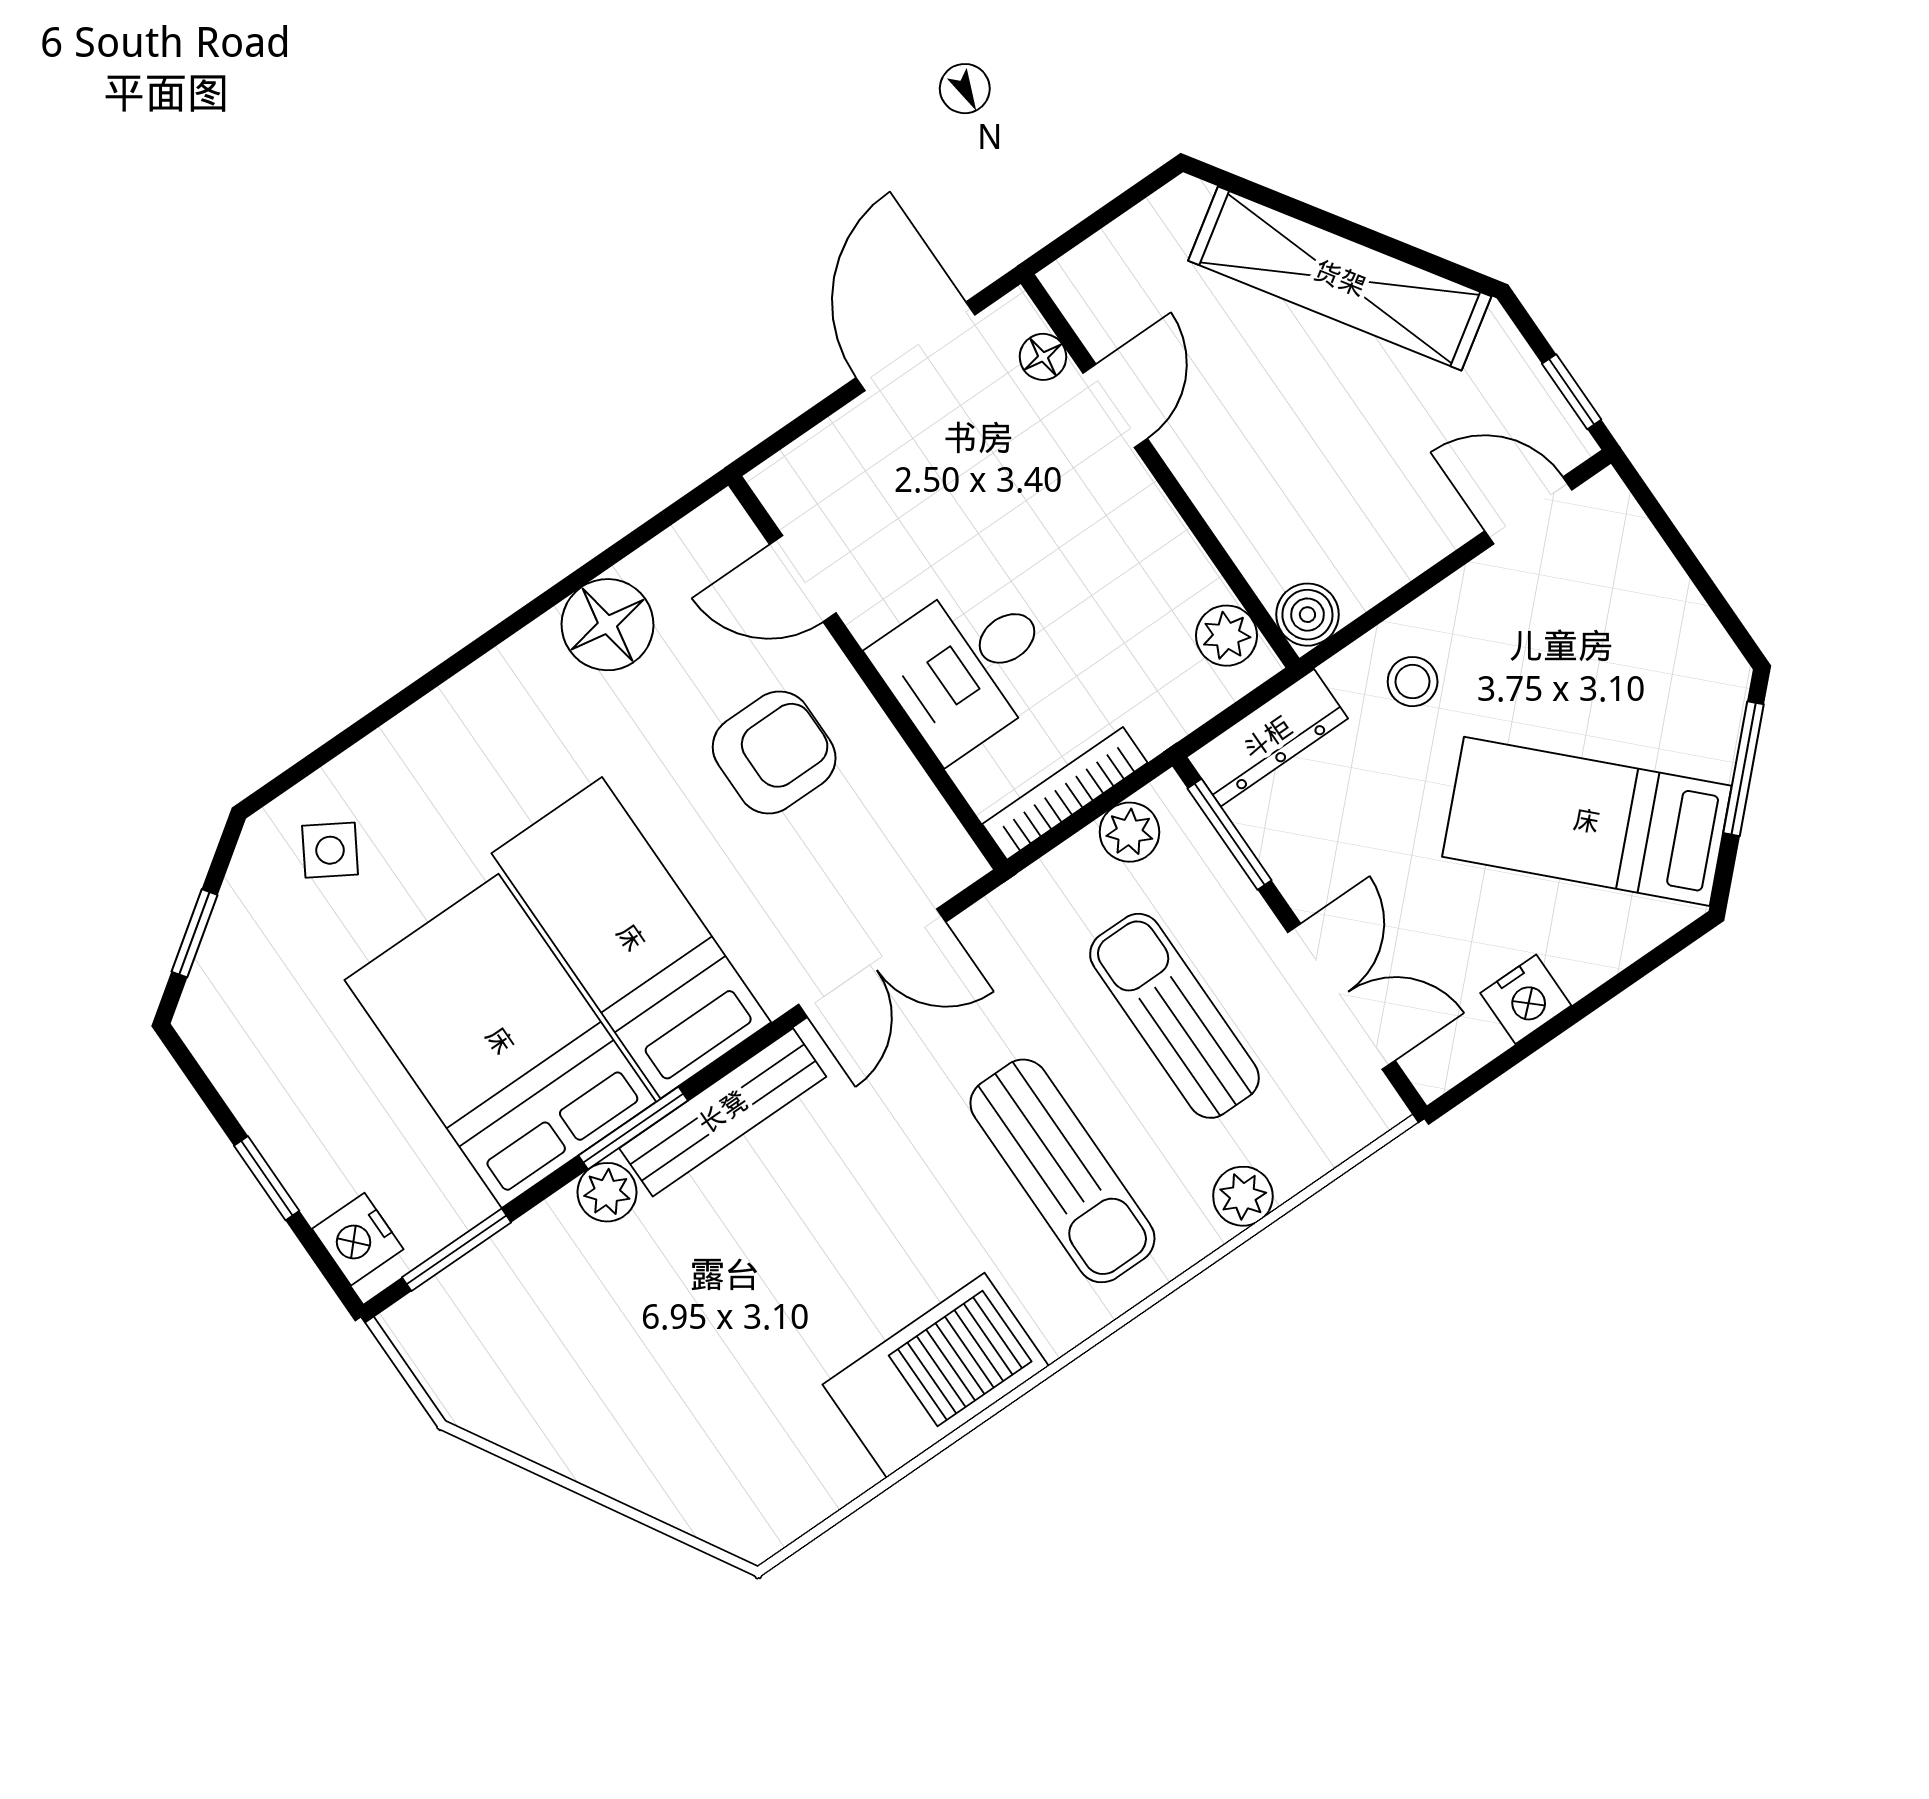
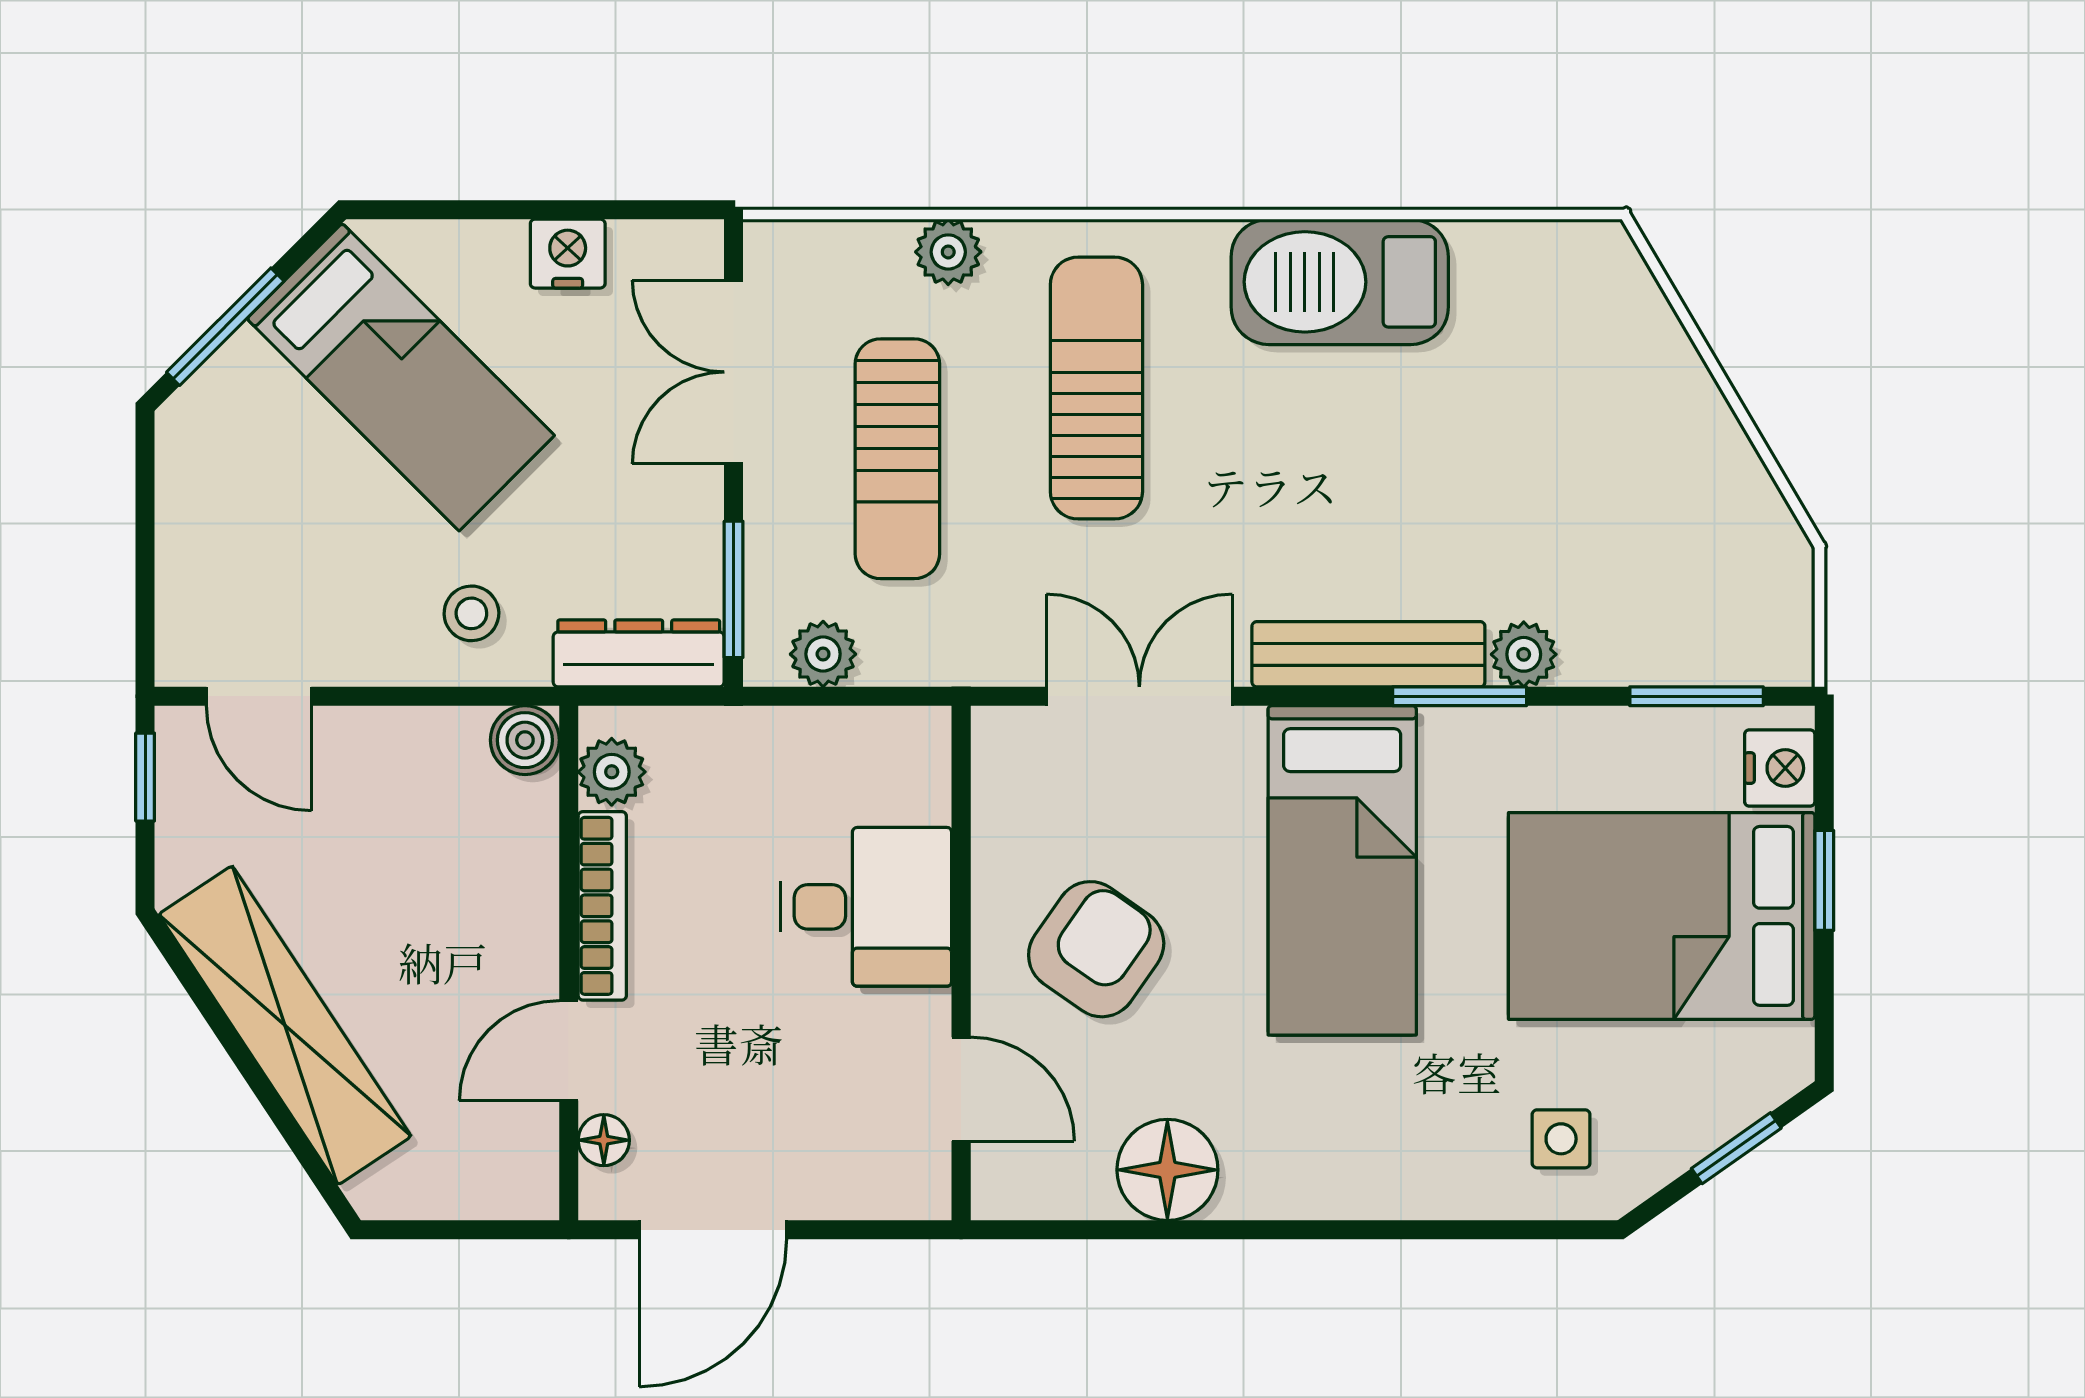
armchair: (774, 753) -> (1096, 949), turned 125
bookcase: (1065, 793) -> (602, 906), moved, turned -90
side table: (330, 850) -> (1561, 1139), turned -31
bed: (500, 1041) -> (1662, 916), moved, turned 90

